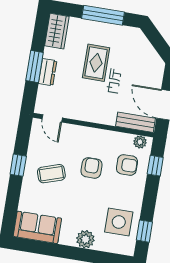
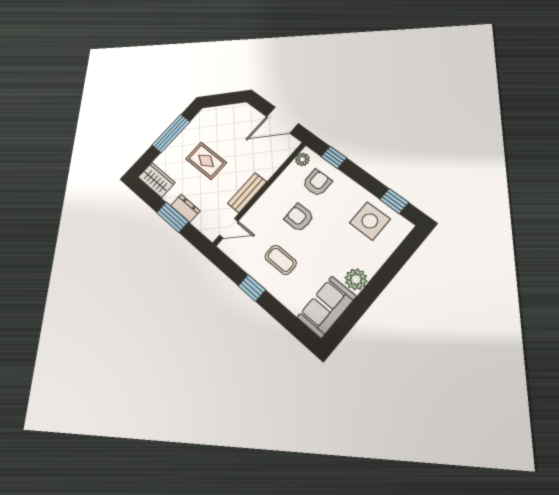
bench: (136, 122) -> (247, 193), moved
coffee table: (51, 174) -> (281, 260), turned -72
plant: (85, 239) -> (356, 279), moved

